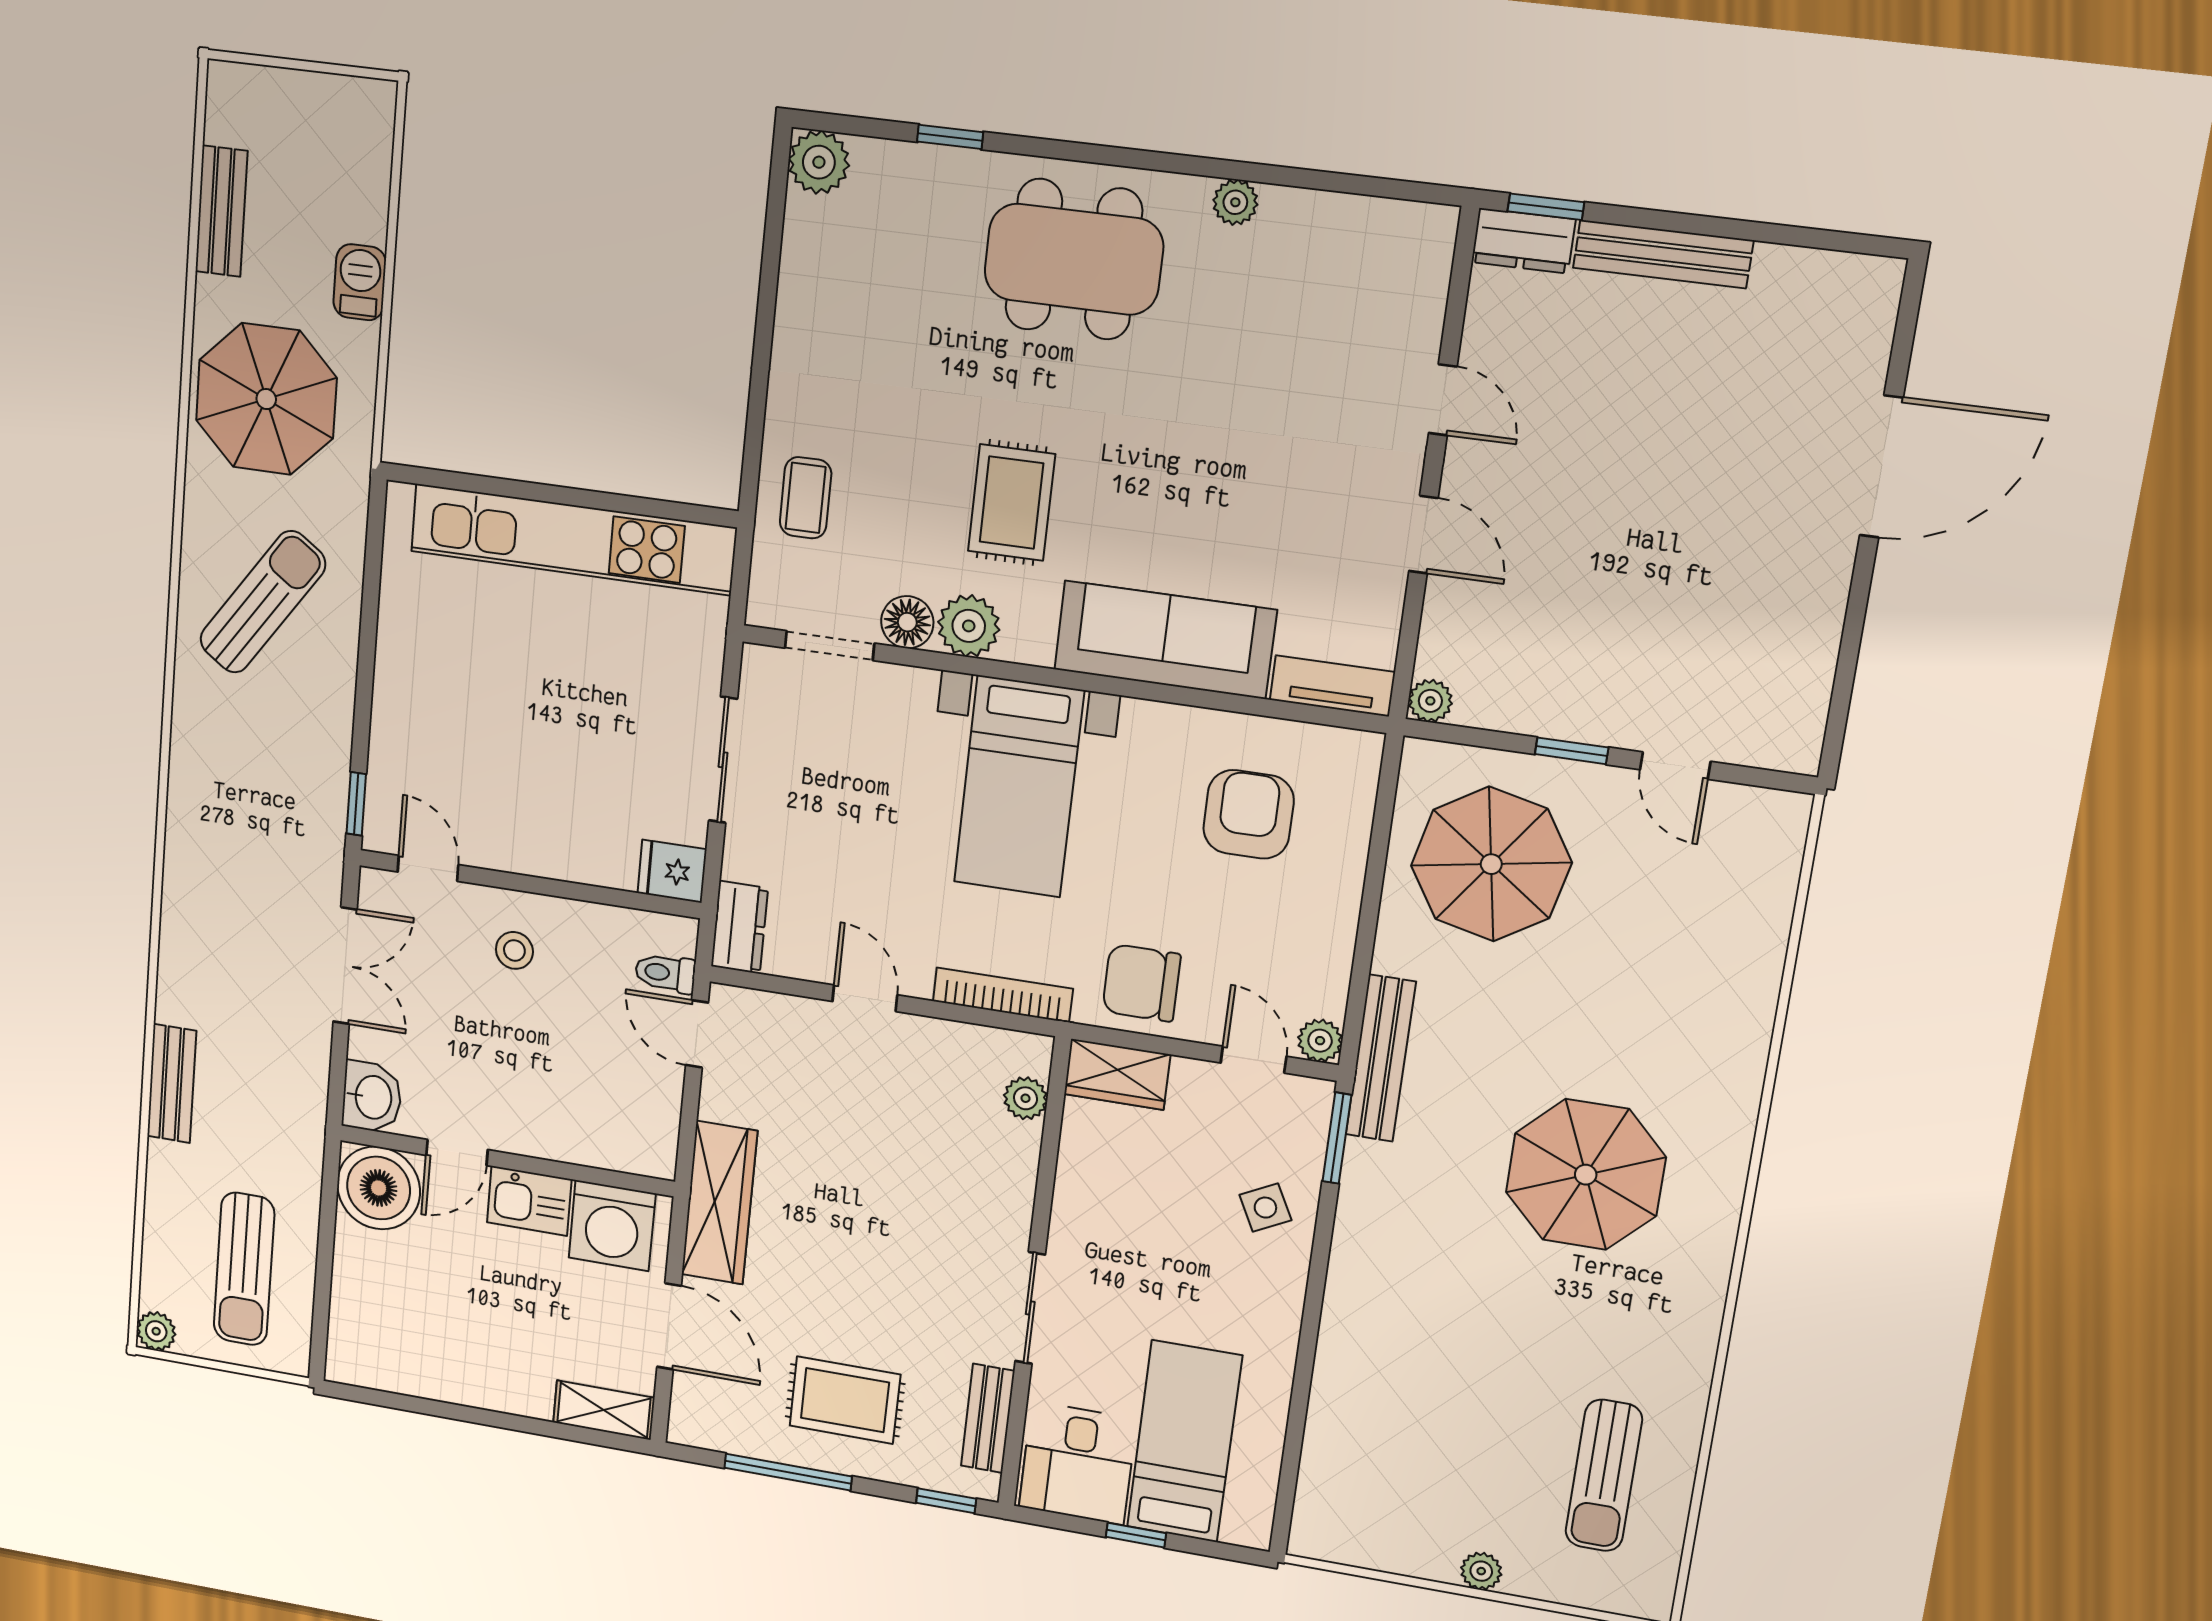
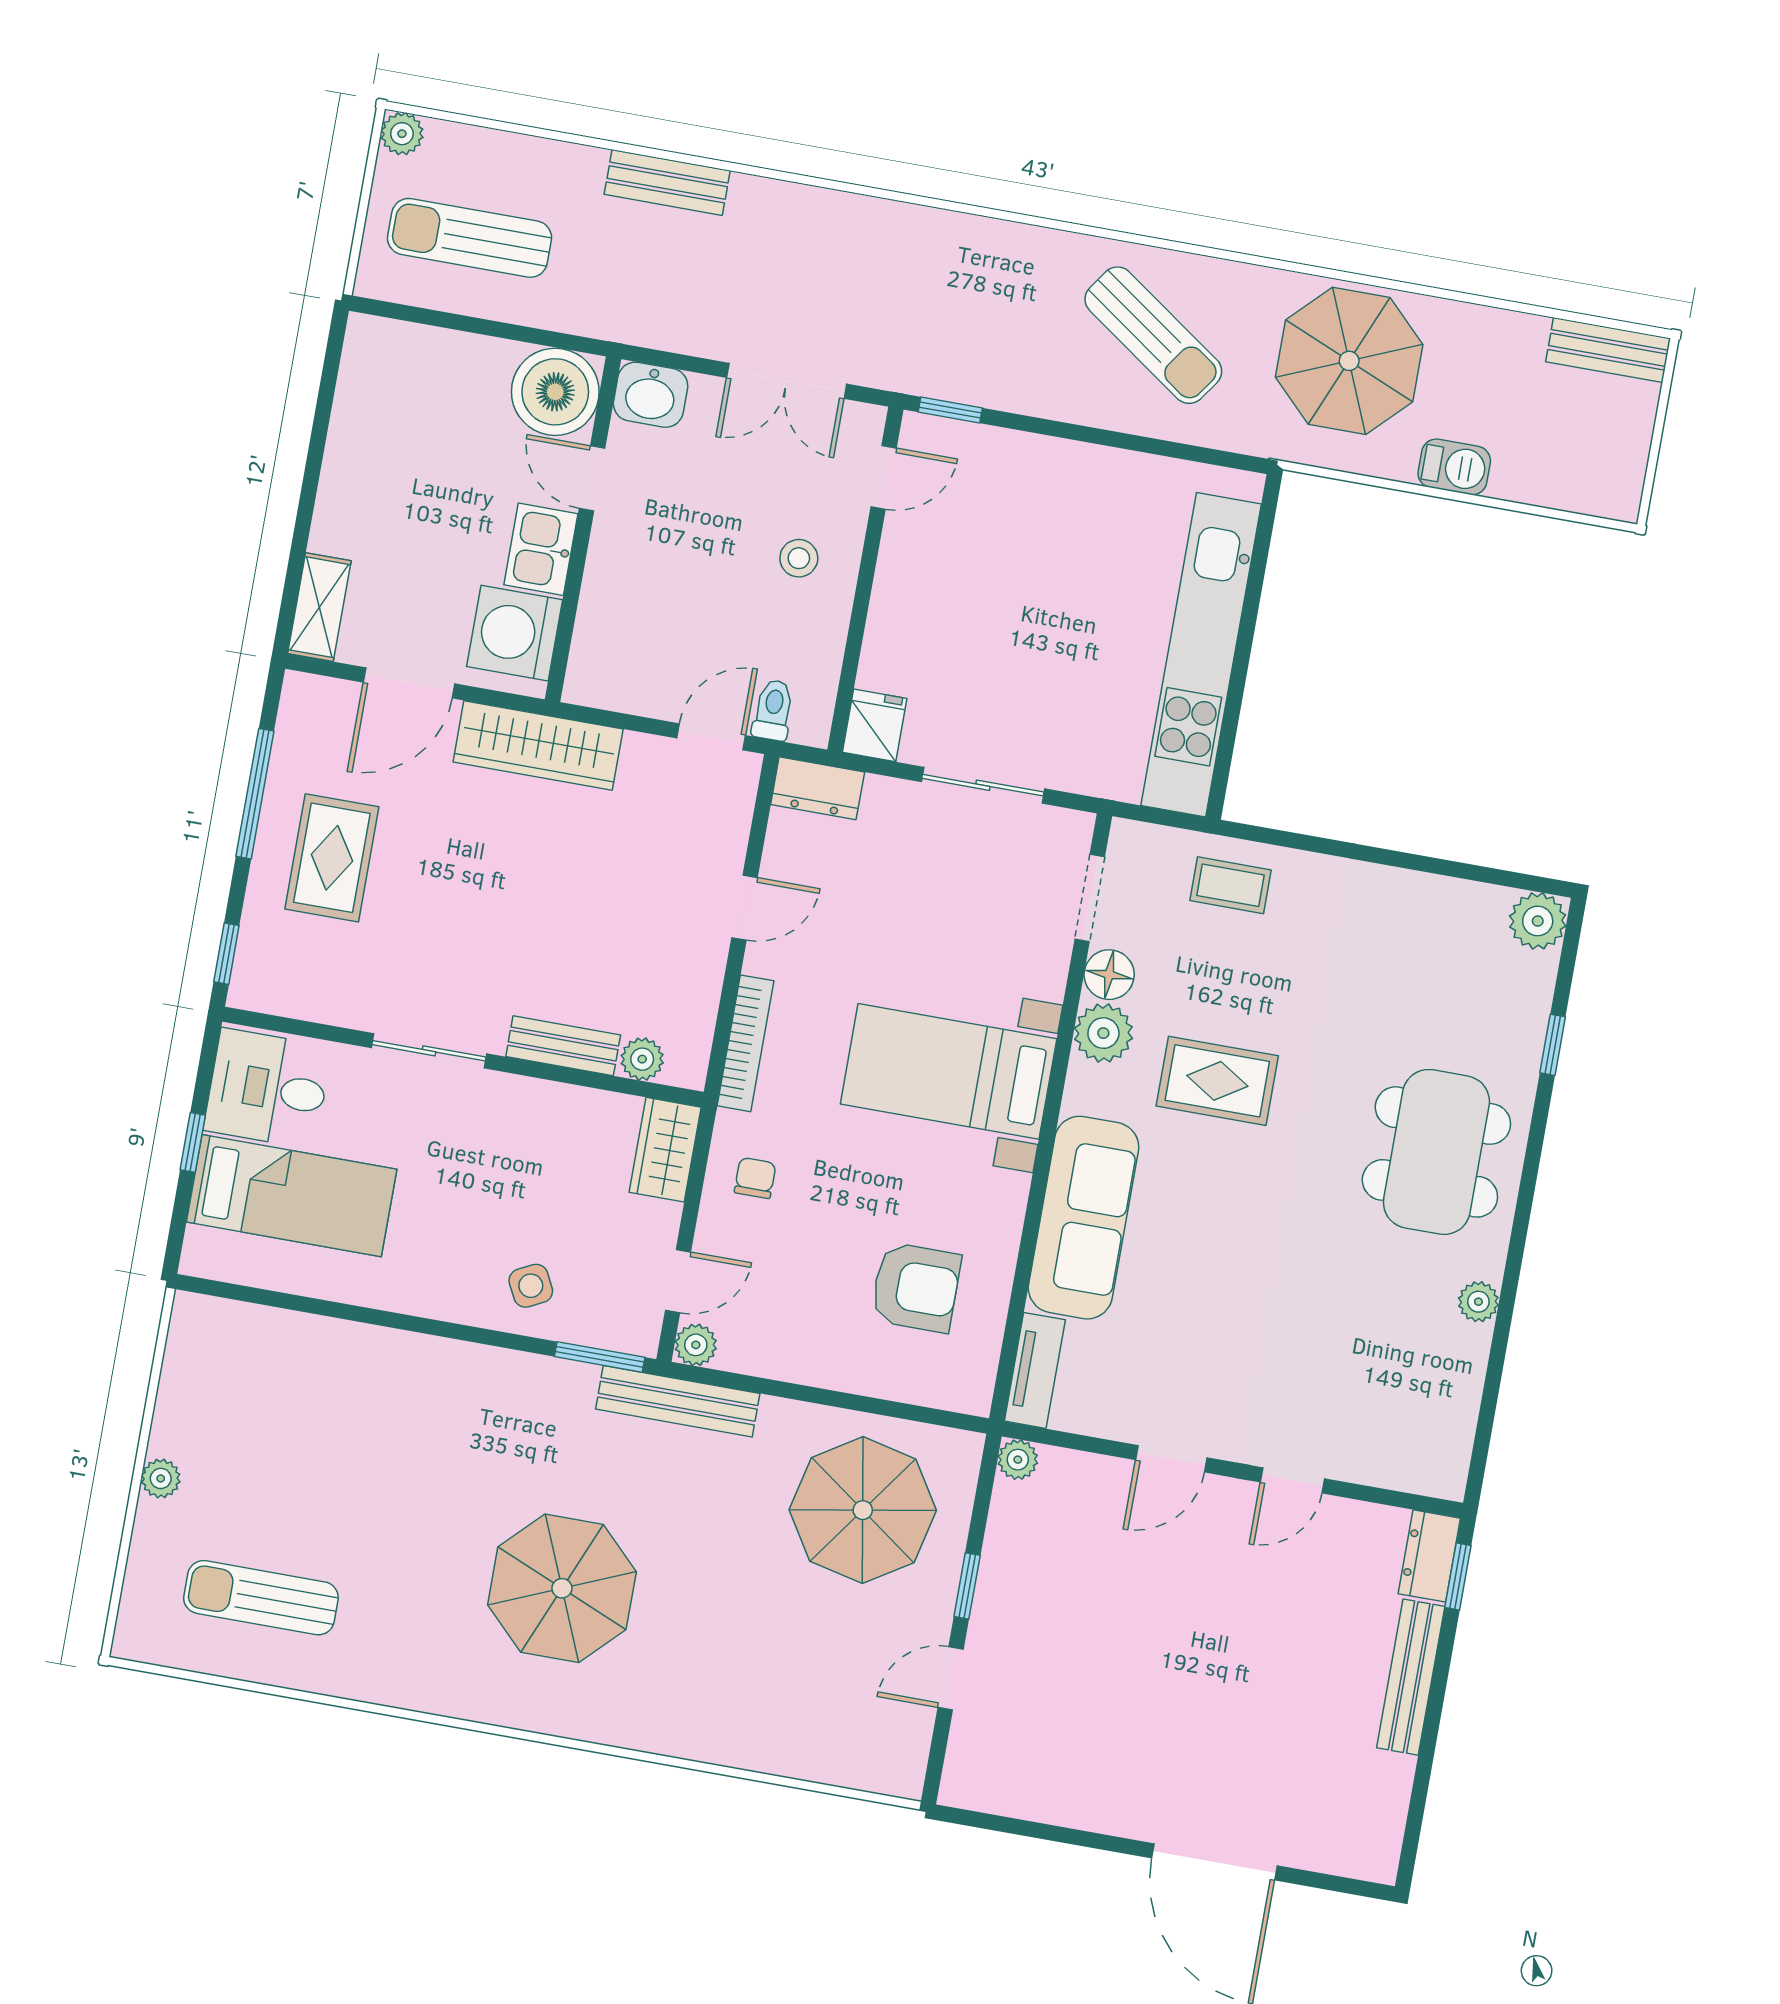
bench: (221, 211) -> (1608, 350), moved
chair: (1142, 983) -> (755, 1178), width x0.54, depth x0.54
bench: (988, 1418) -> (563, 1046), moved

